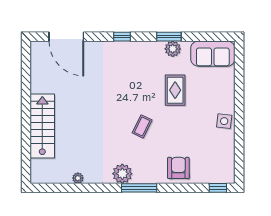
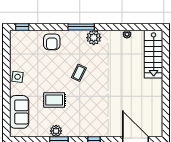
sofa: (213, 54) -> (19, 112), moved, turned 90
rug: (175, 90) -> (54, 100), turned 90
stairs: (42, 126) -> (154, 54), moved

